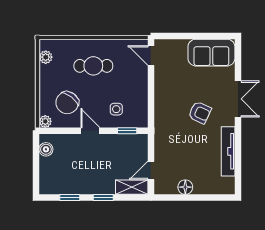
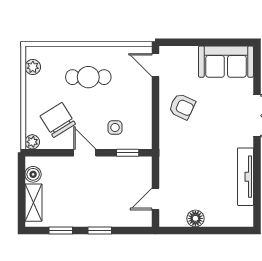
chair: (67, 103) -> (58, 120), turned 110
armchair: (200, 113) -> (182, 107), moved
shelving: (132, 187) -> (34, 203), moved, turned 90

